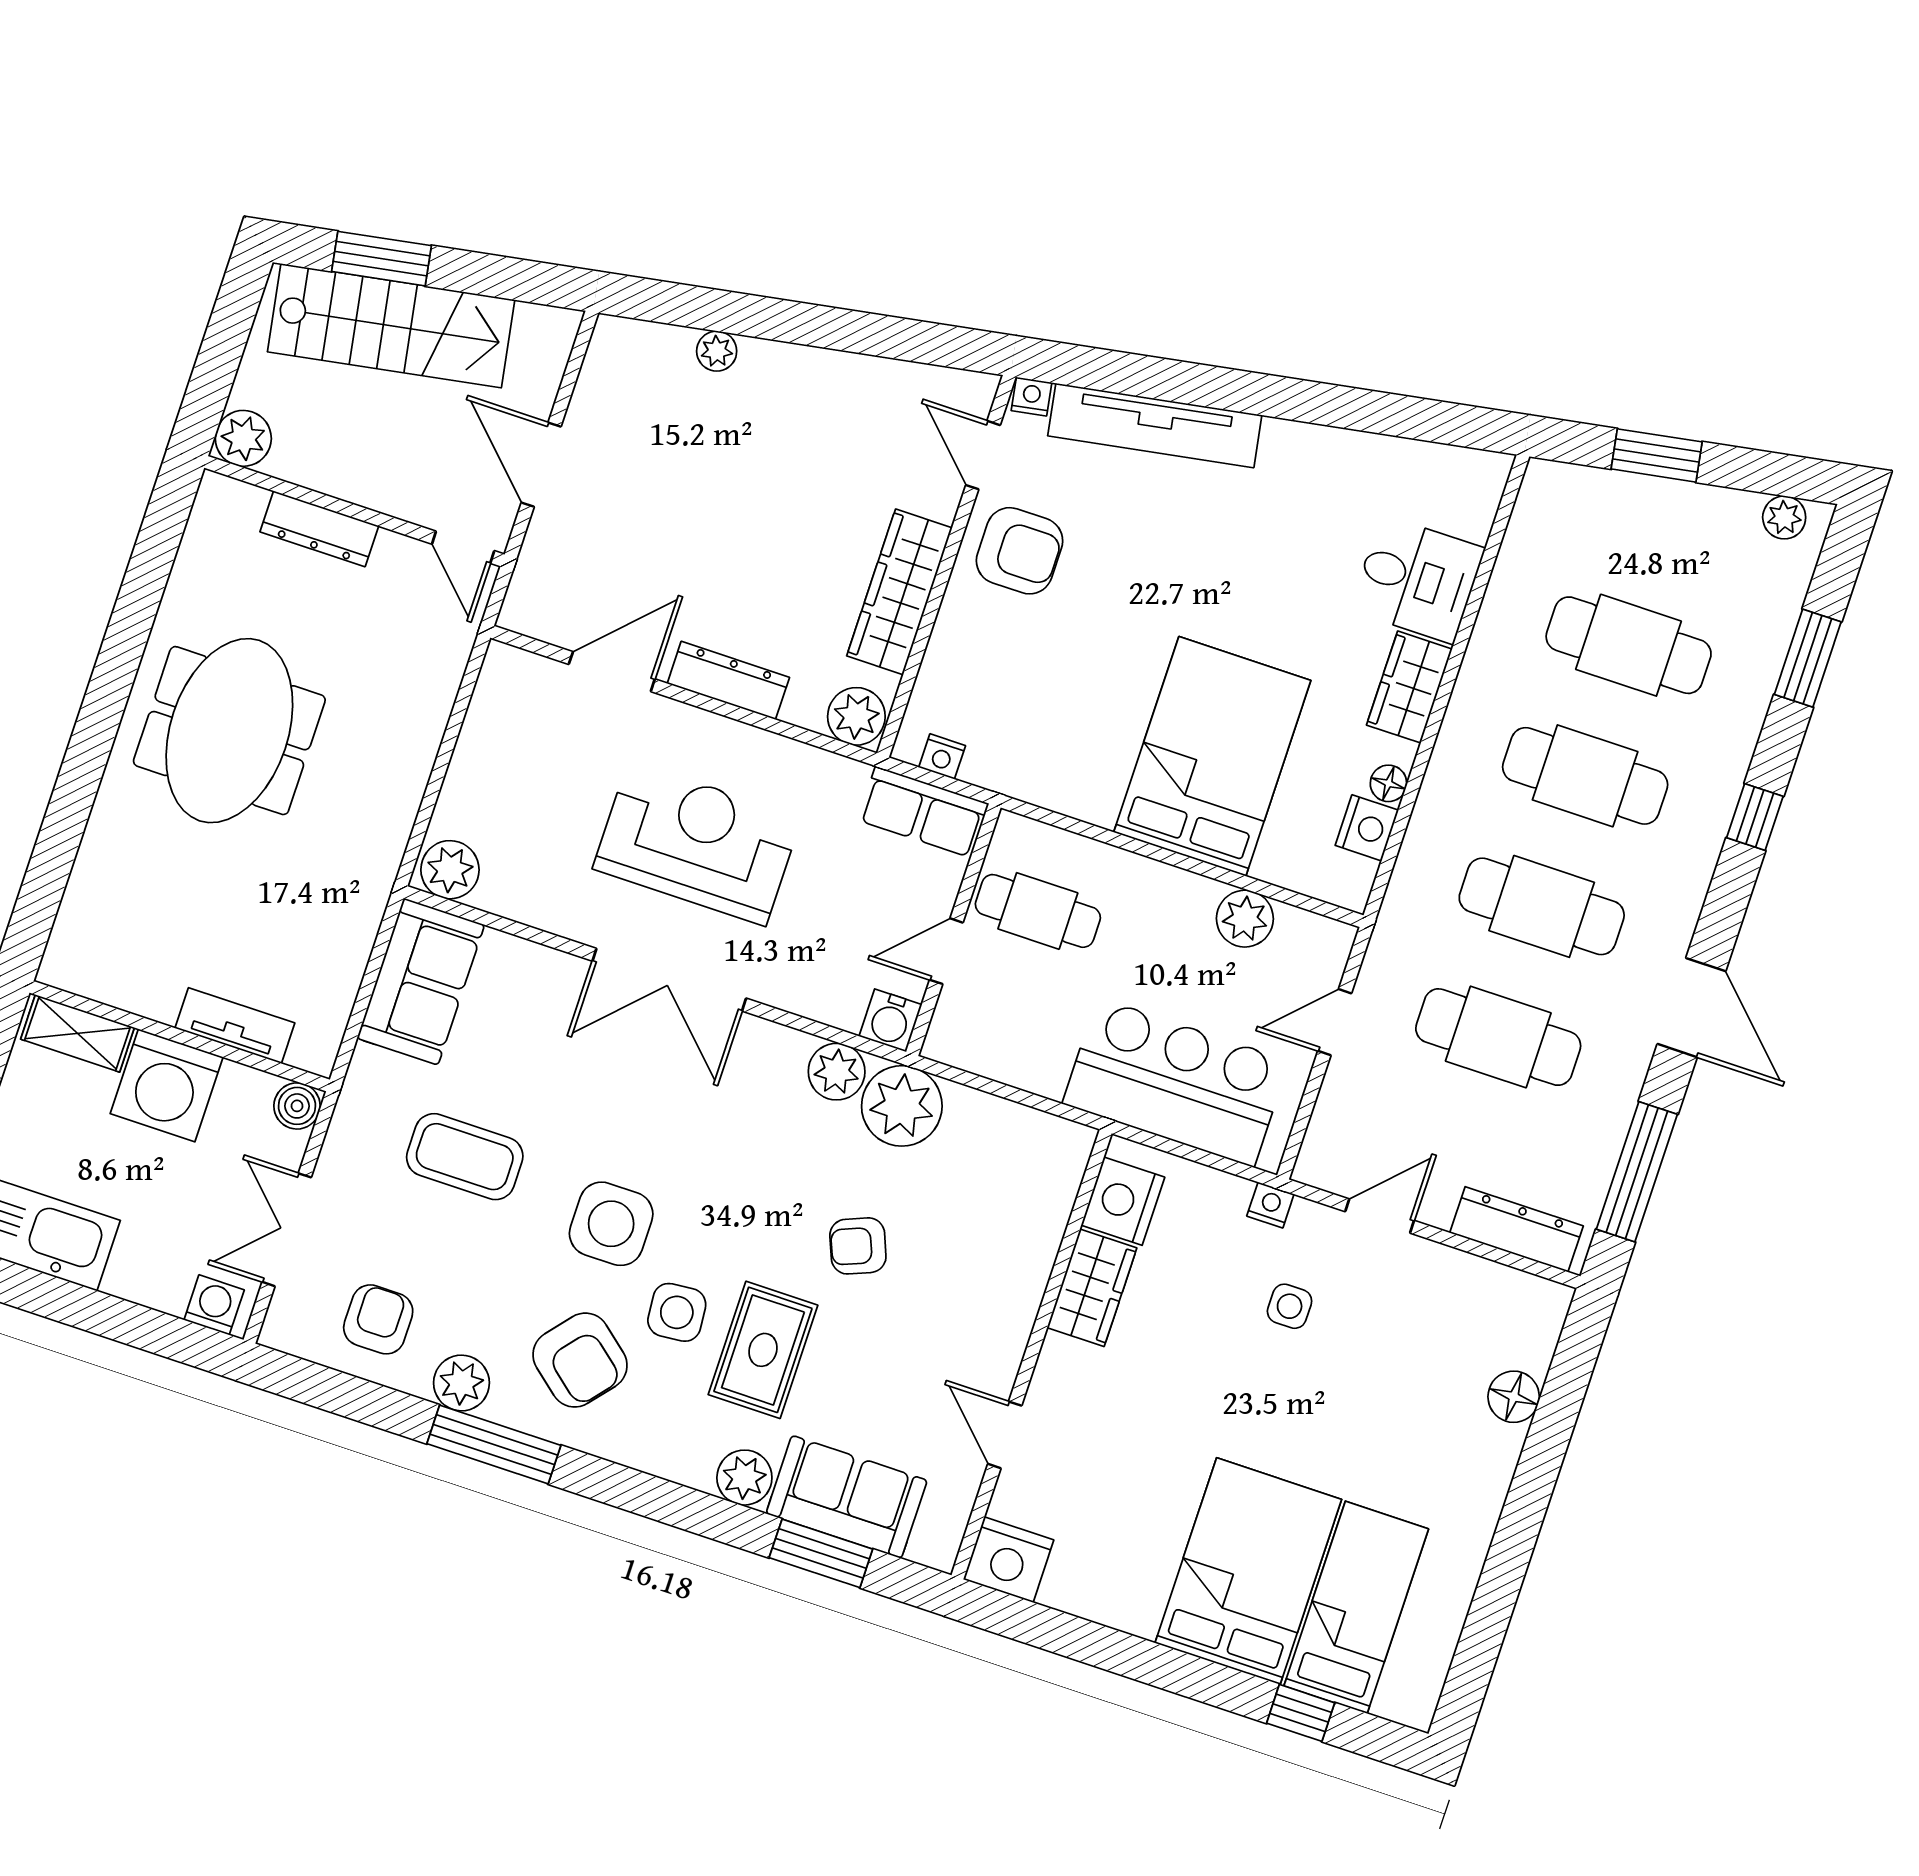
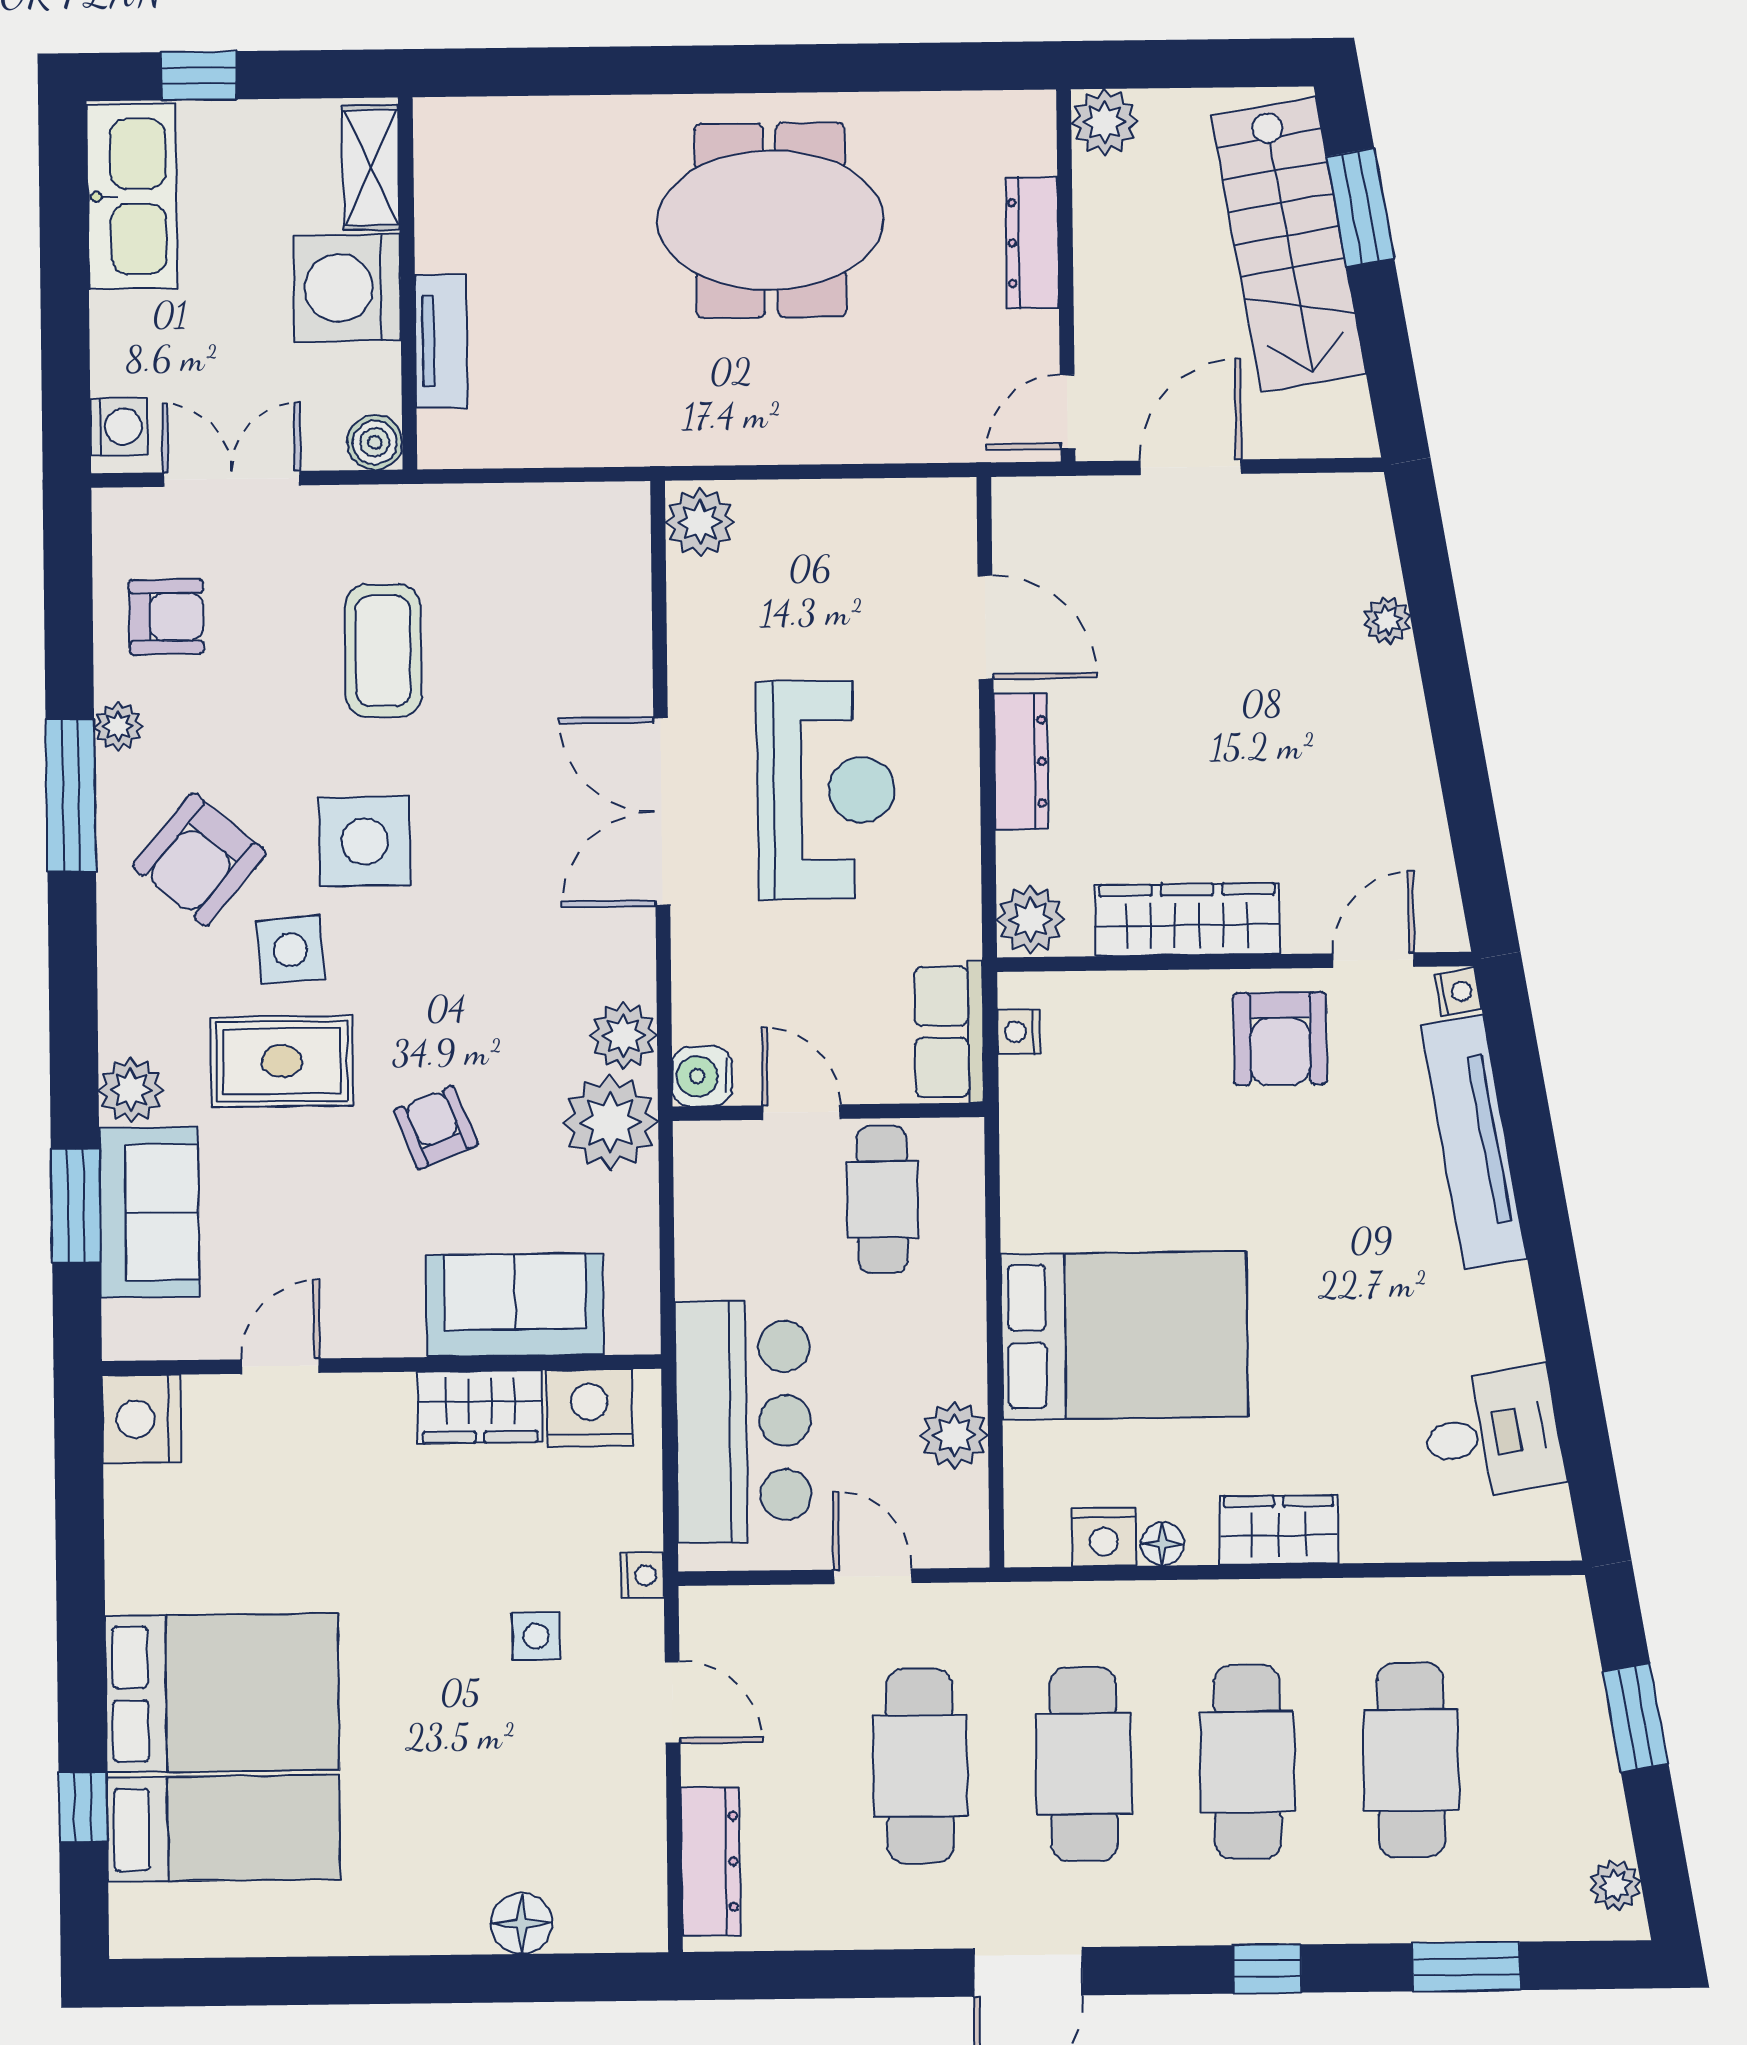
desk: (1417, 579) -> (1493, 1434), moved, turned -100
sofa: (421, 982) -> (515, 1305), moved, turned 180
window: (1637, 1172) -> (822, 1974), removed
plant: (461, 1383) -> (118, 726), width x0.73, depth x0.73

